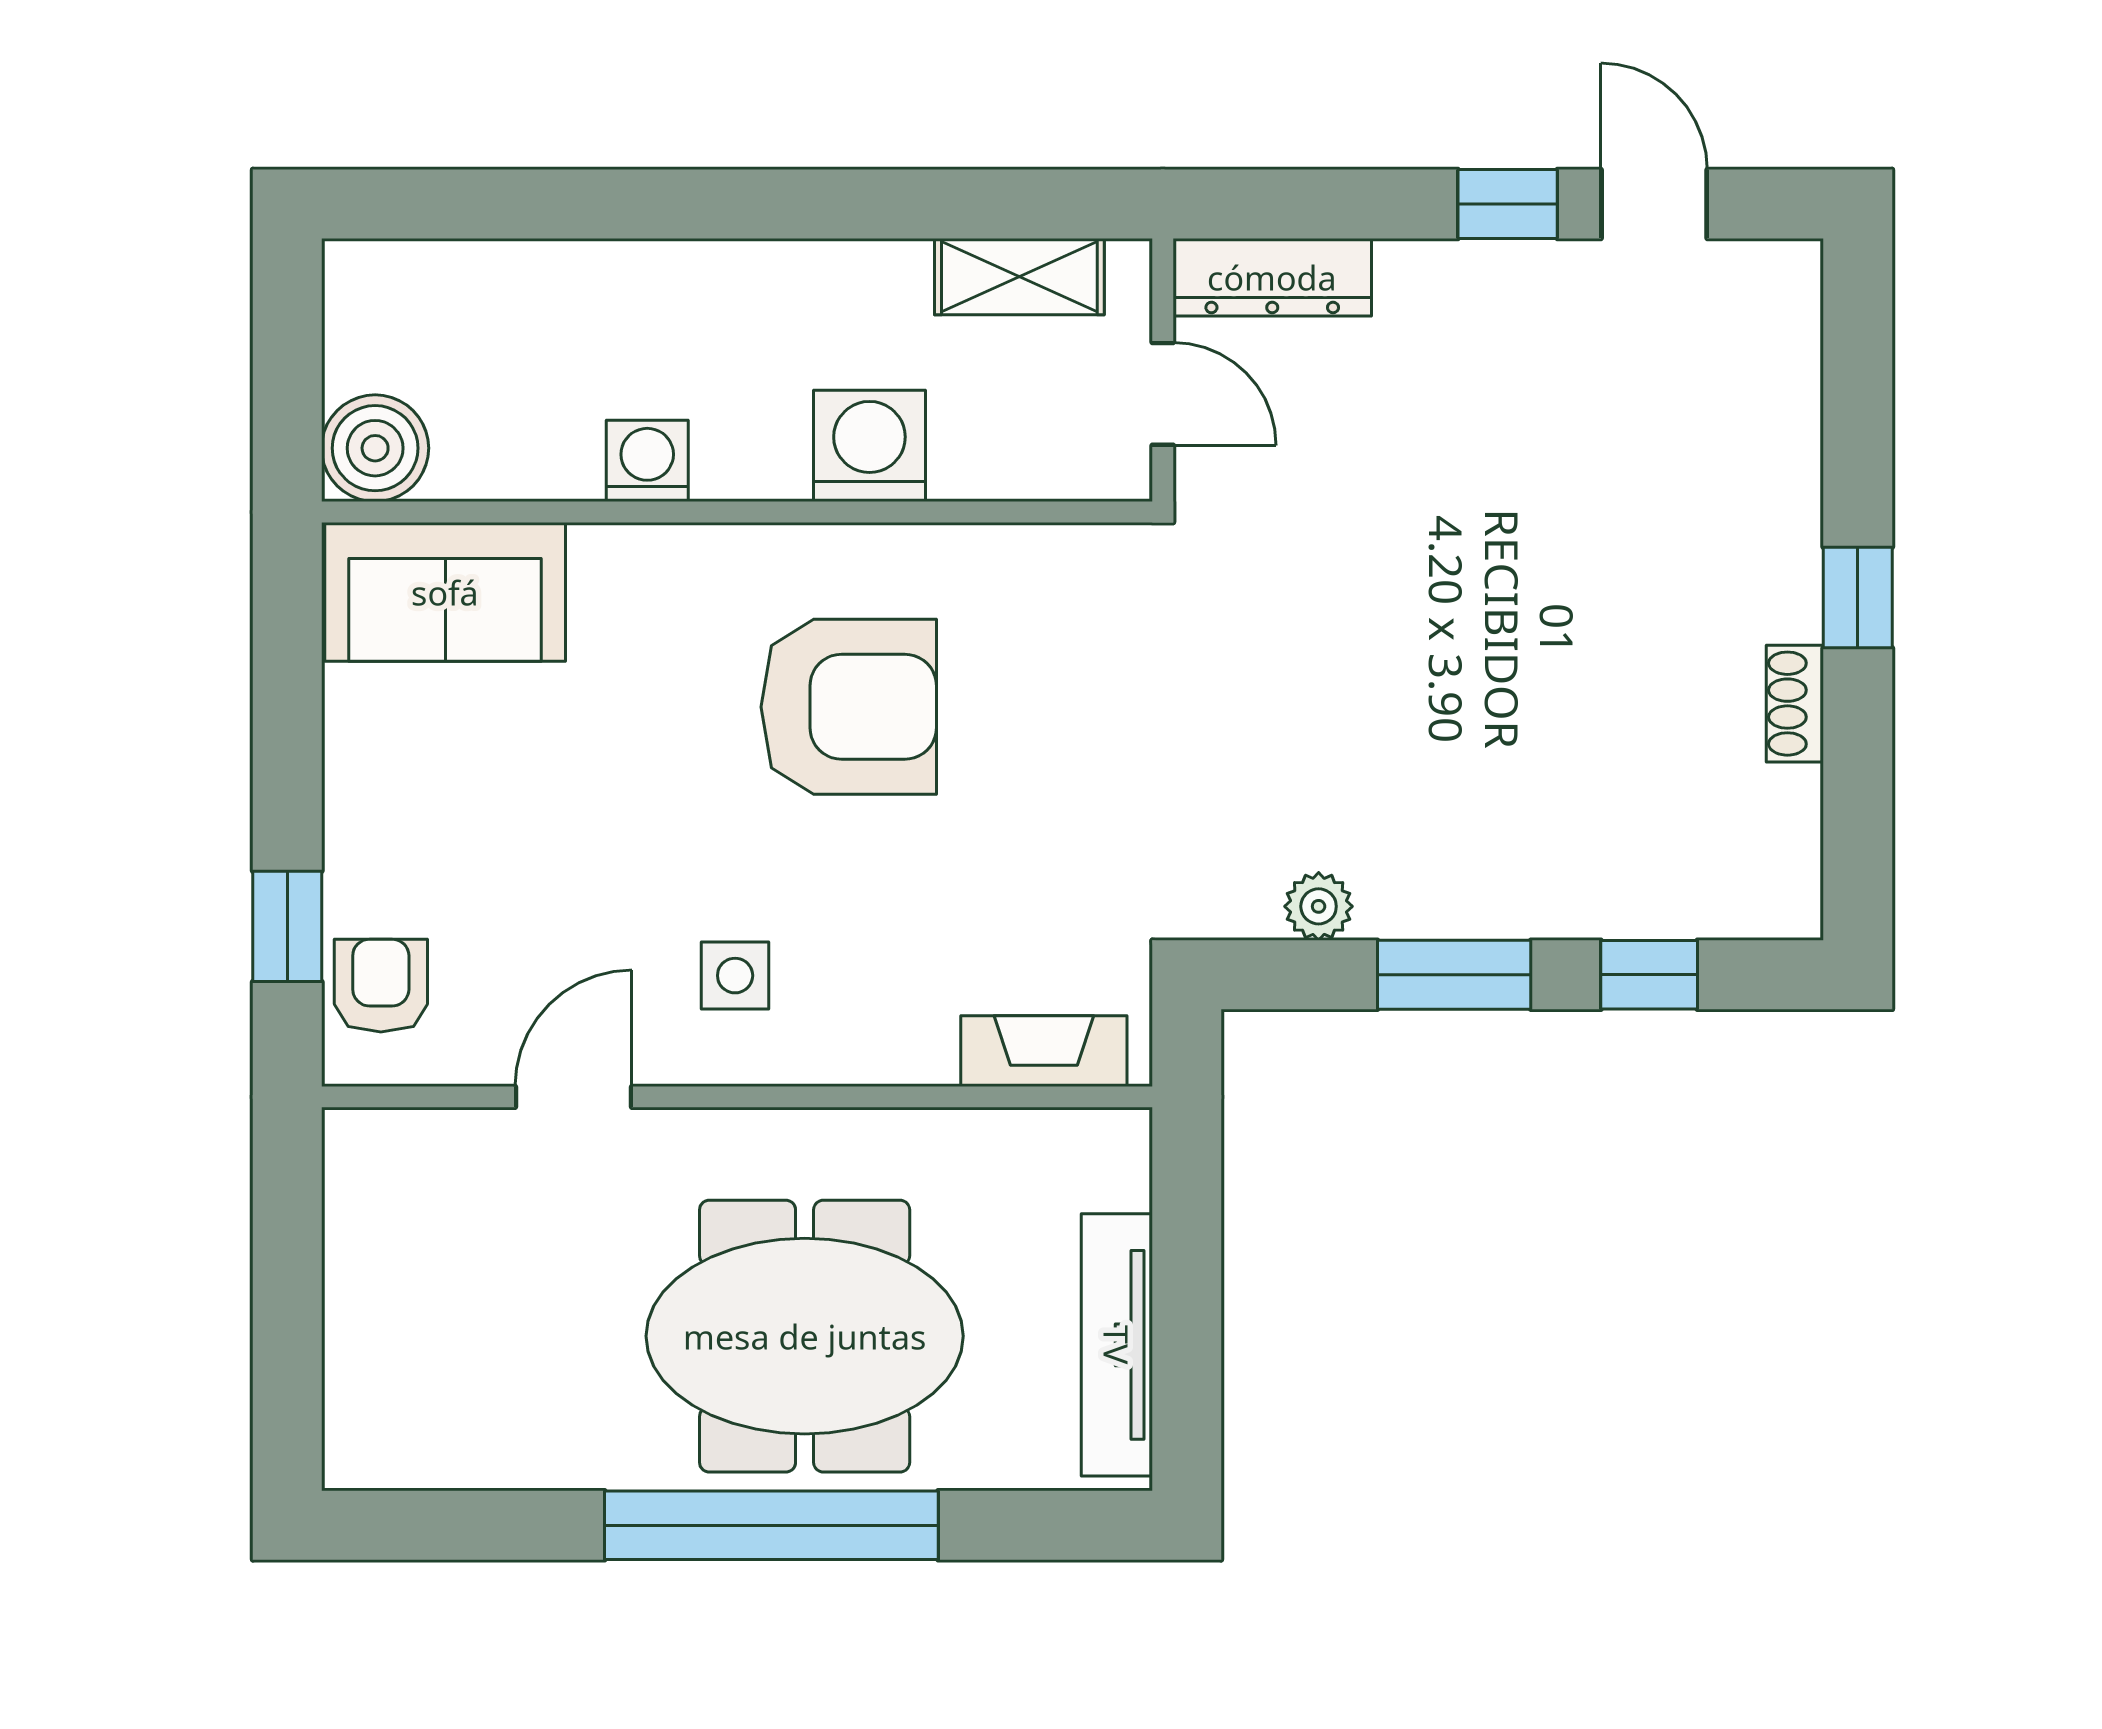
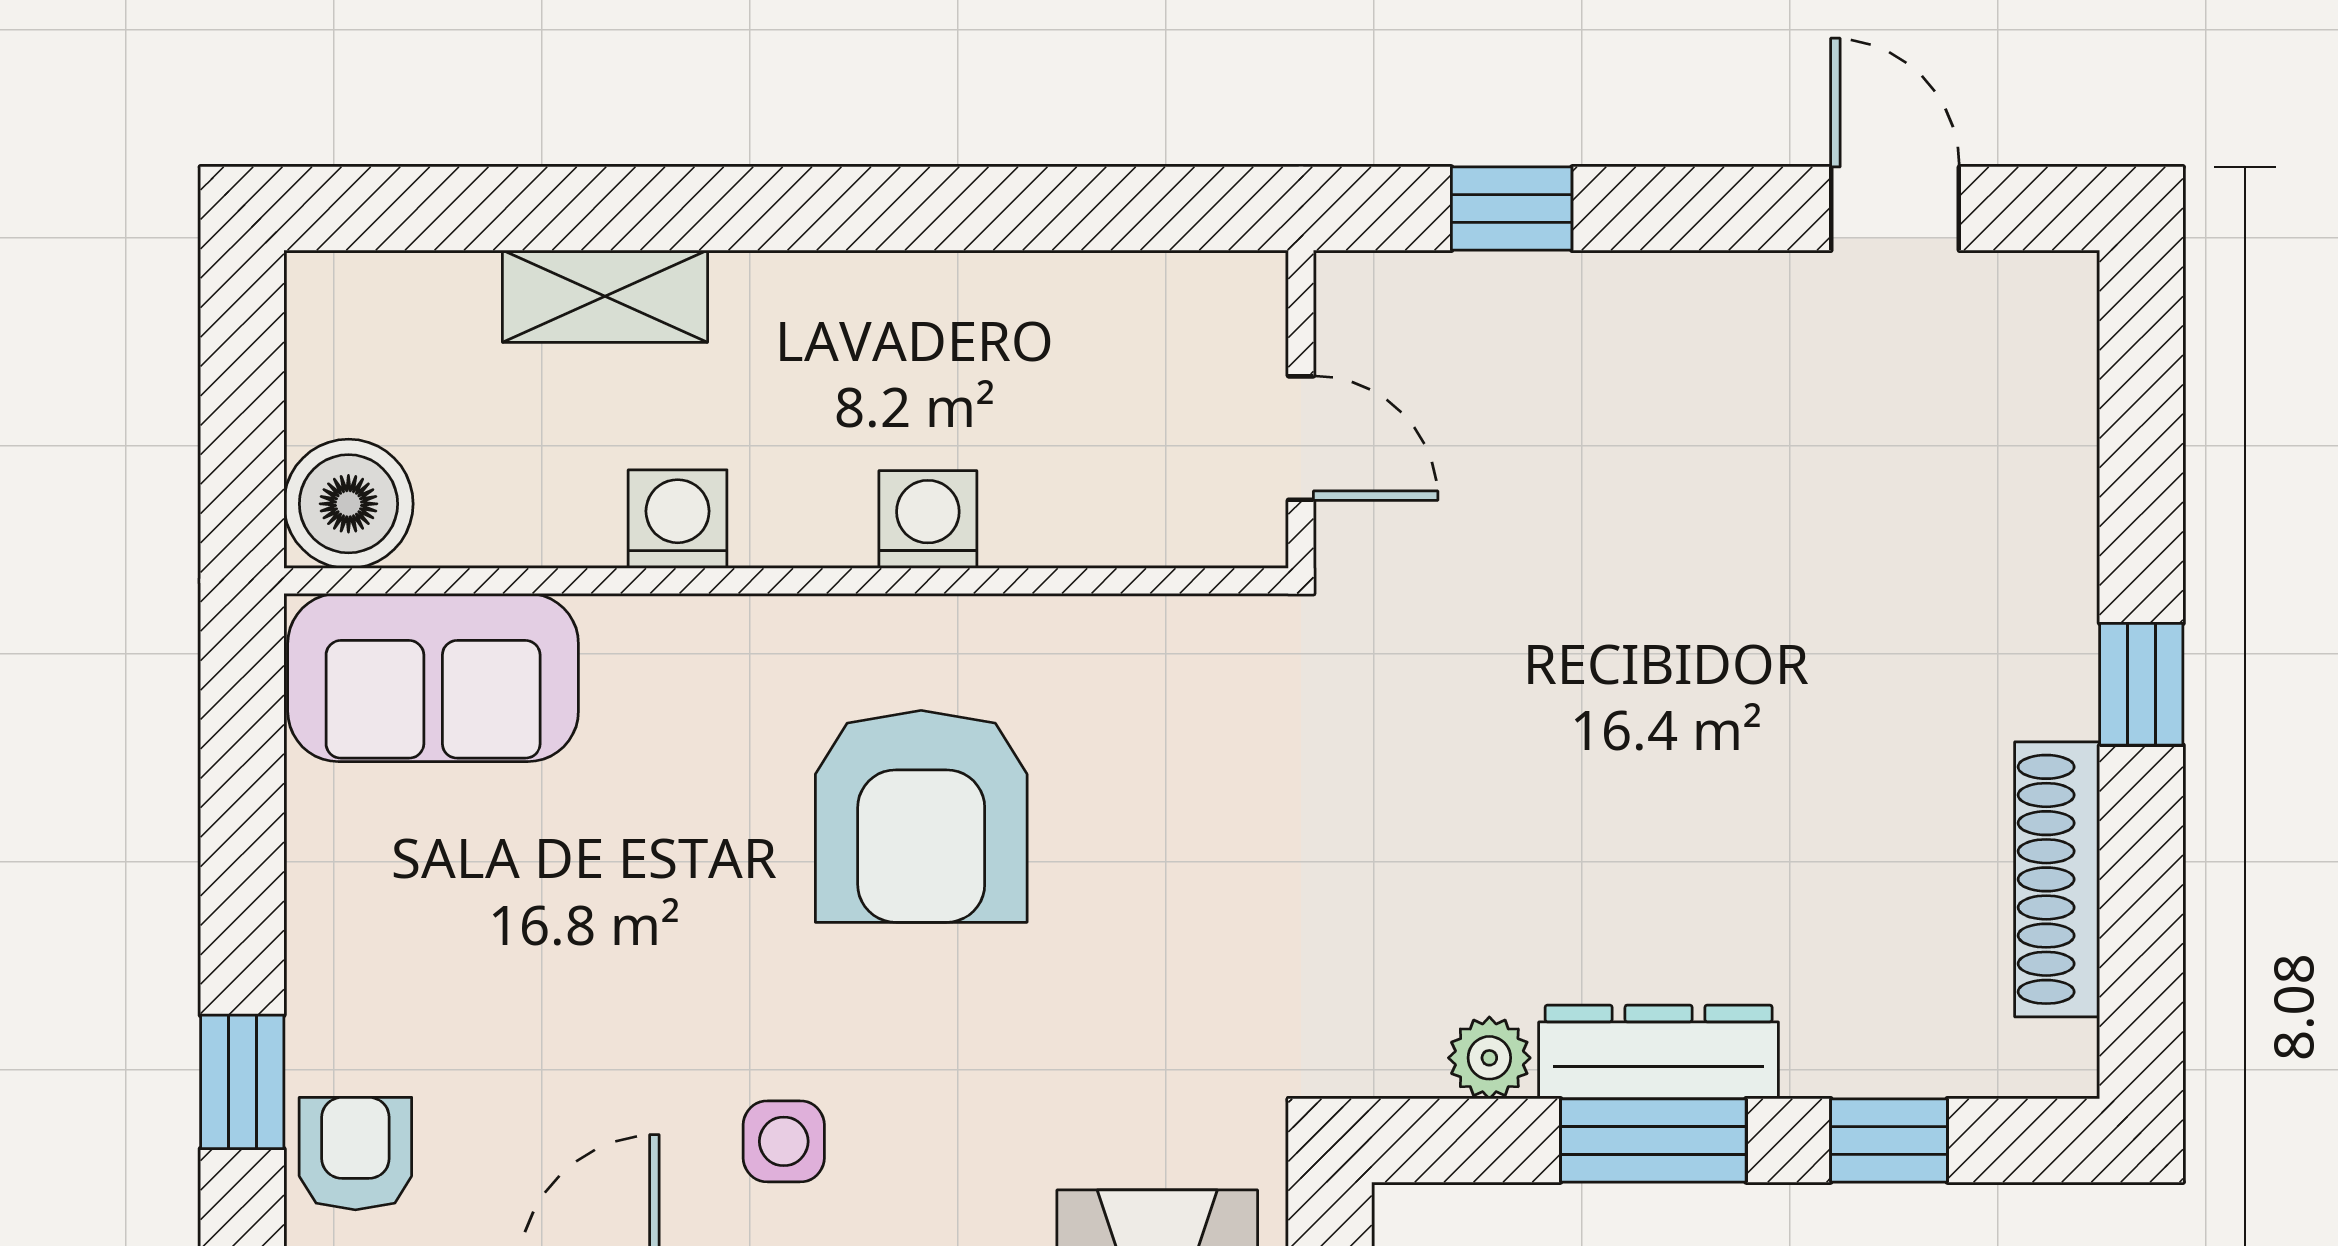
window: (1508, 204) -> (1512, 209), moved
shelving: (1019, 277) -> (605, 296), moved
dresser: (1272, 277) -> (1659, 1052), moved, turned 180
washing machine: (869, 446) -> (928, 519), width x0.73, depth x0.73
shoe rack: (1795, 704) -> (2057, 879), width x1.94, depth x1.24
armchair: (849, 707) -> (921, 816), turned 90

